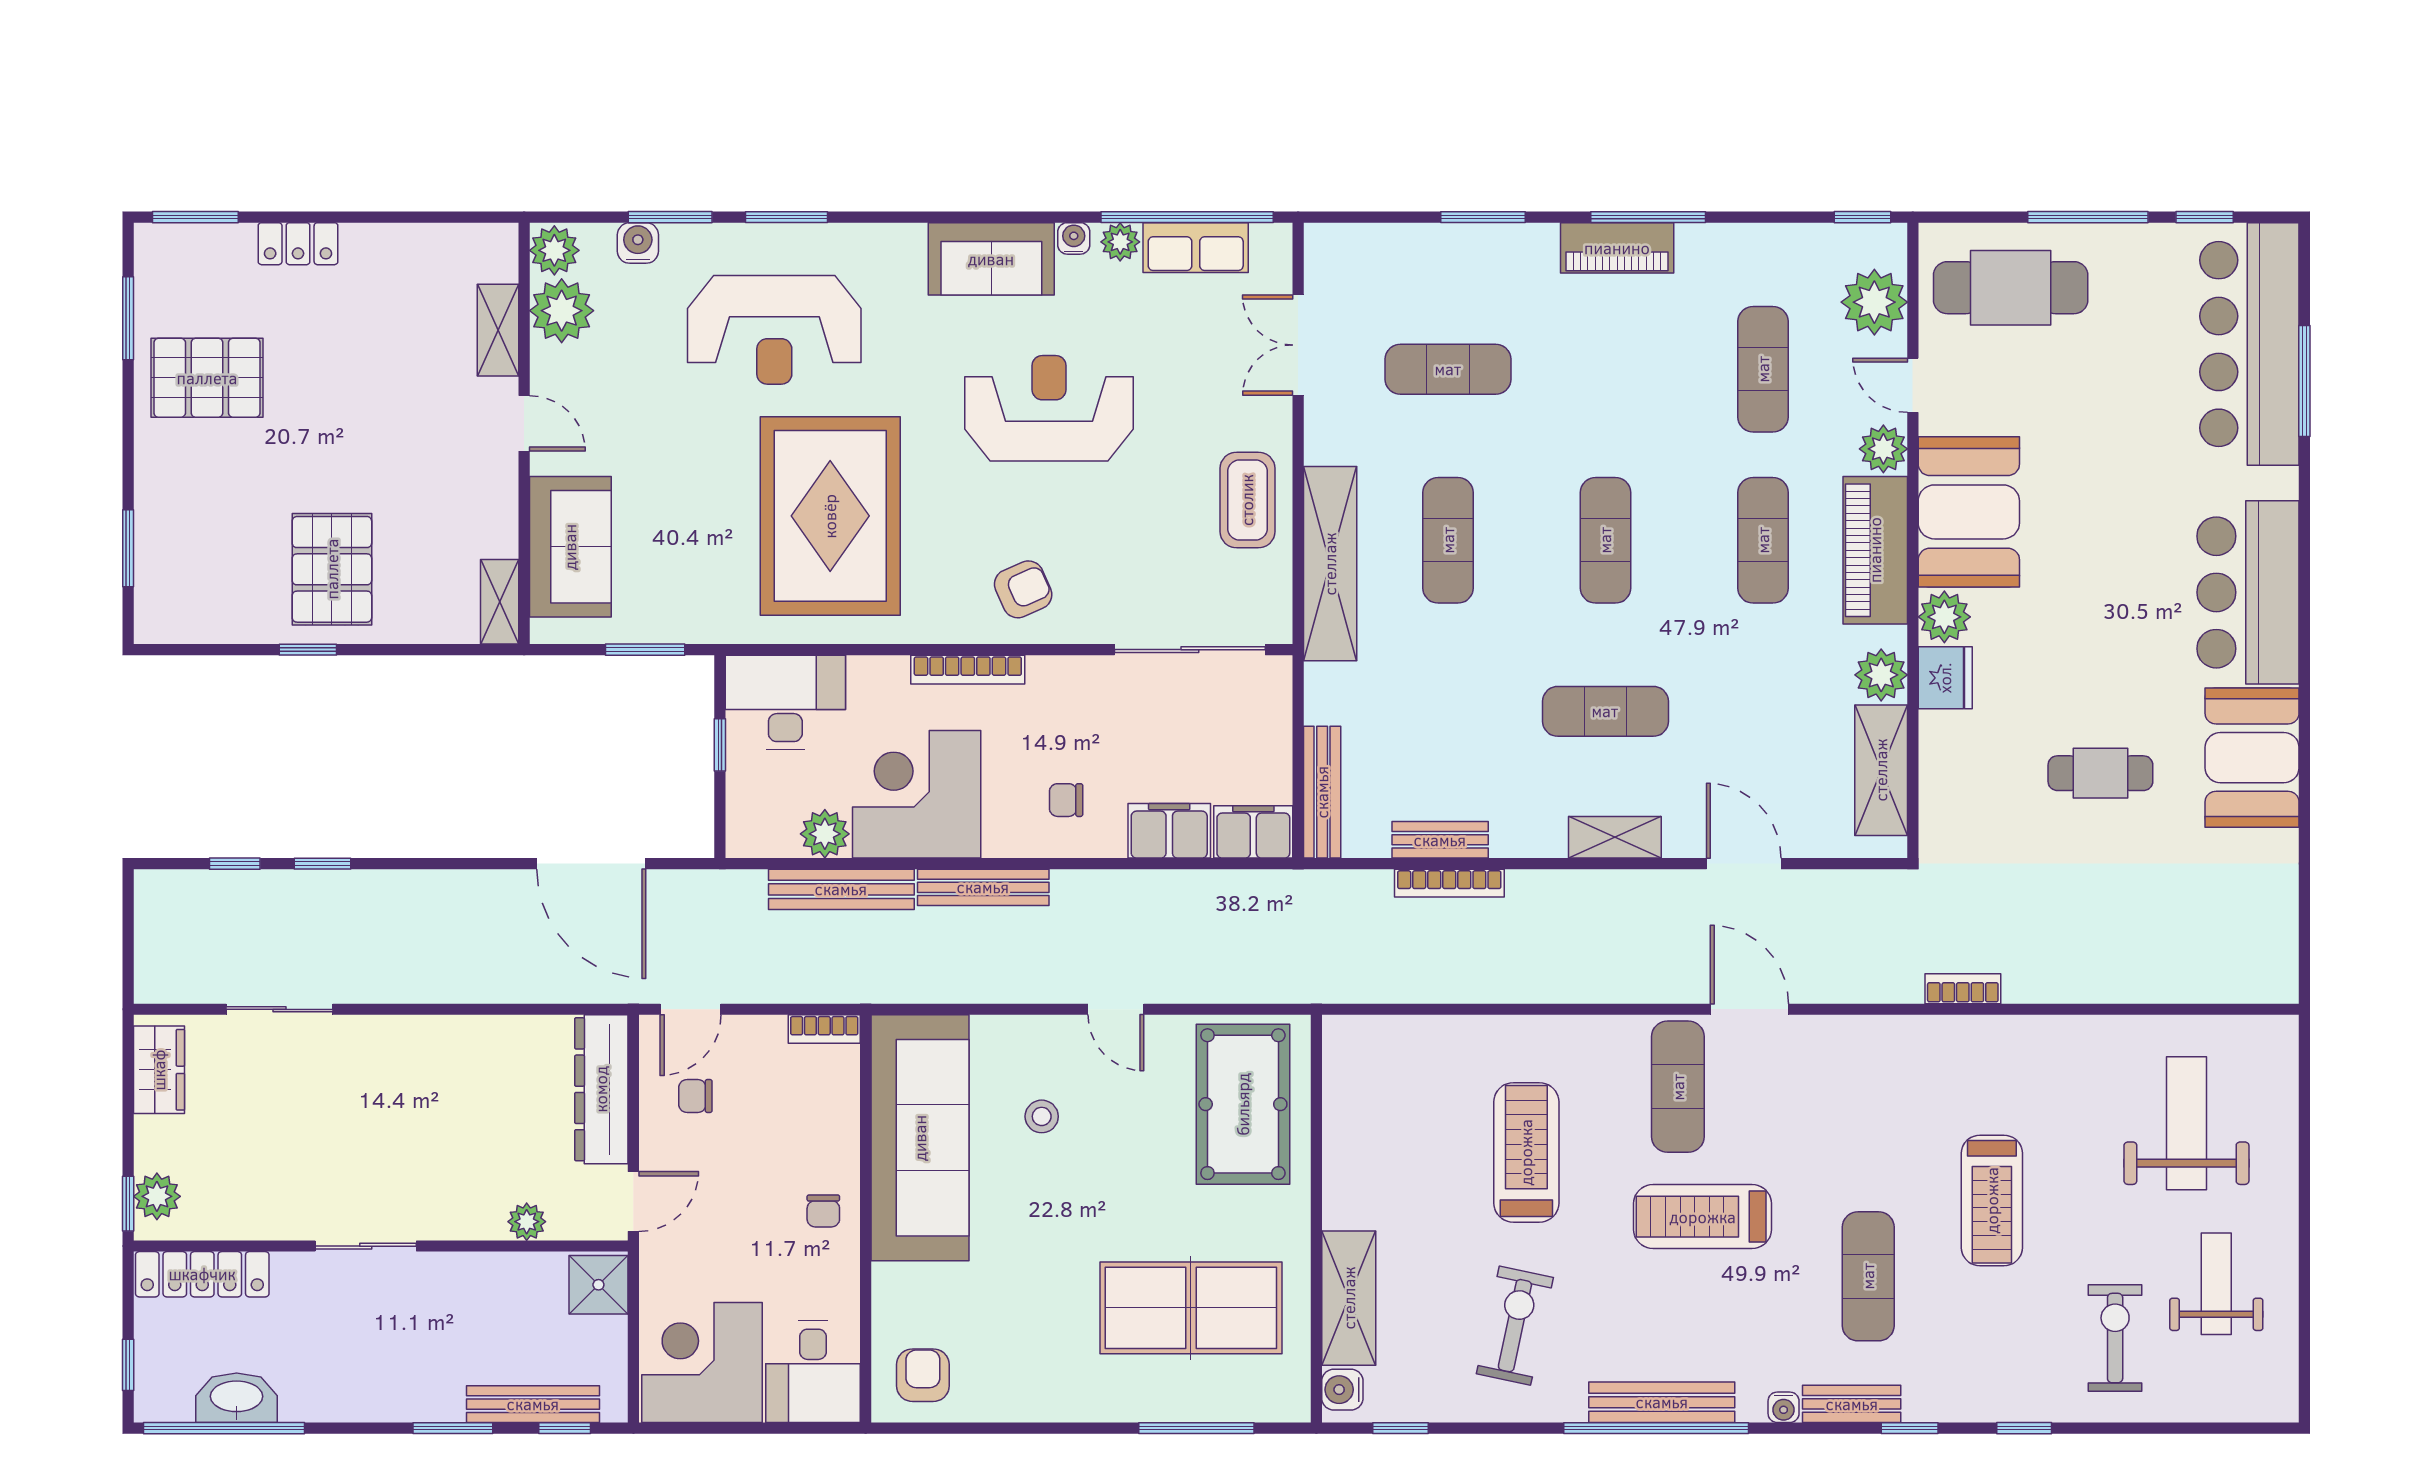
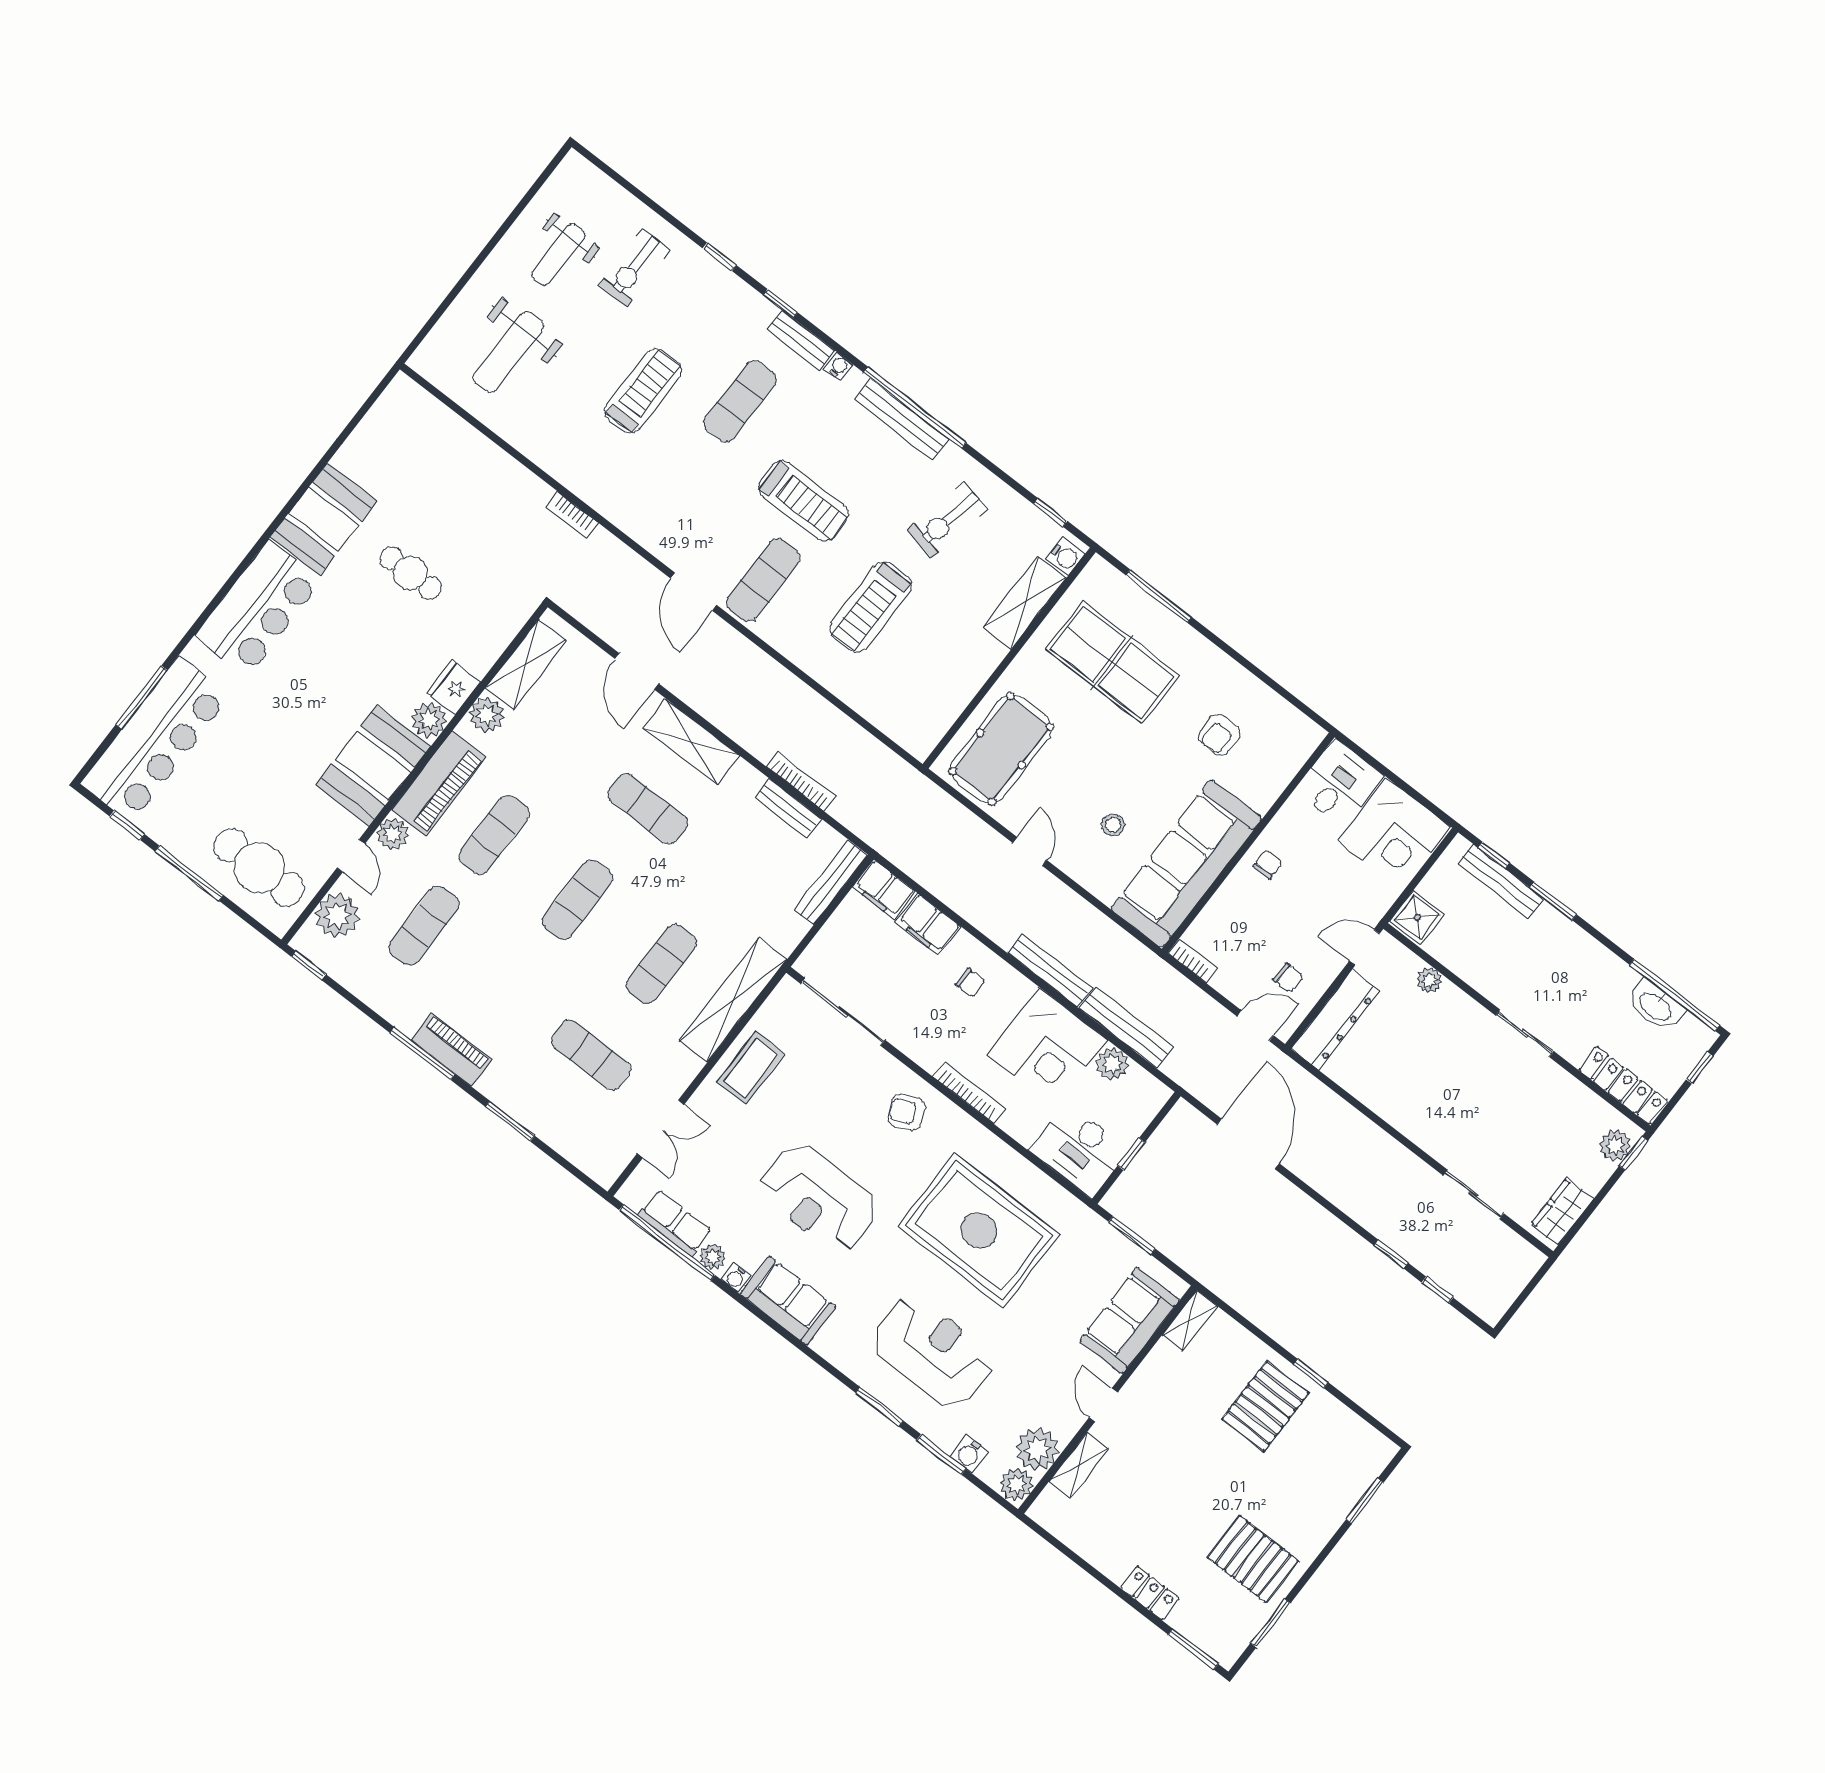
rug: (830, 516) -> (979, 1230), turned 90
shelving: (1615, 837) -> (692, 742), width x1.50, depth x1.33
armchair: (923, 1375) -> (1219, 735), moved

